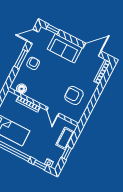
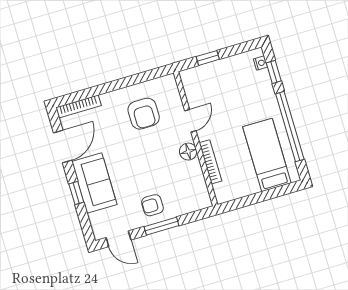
window: (53, 29) -> (76, 193), moved
door: (92, 50) -> (63, 147), swing flipped
floor lamp: (22, 89) -> (188, 152), moved
cot: (65, 138) -> (209, 72), removed
window: (67, 153) -> (208, 58), moved

